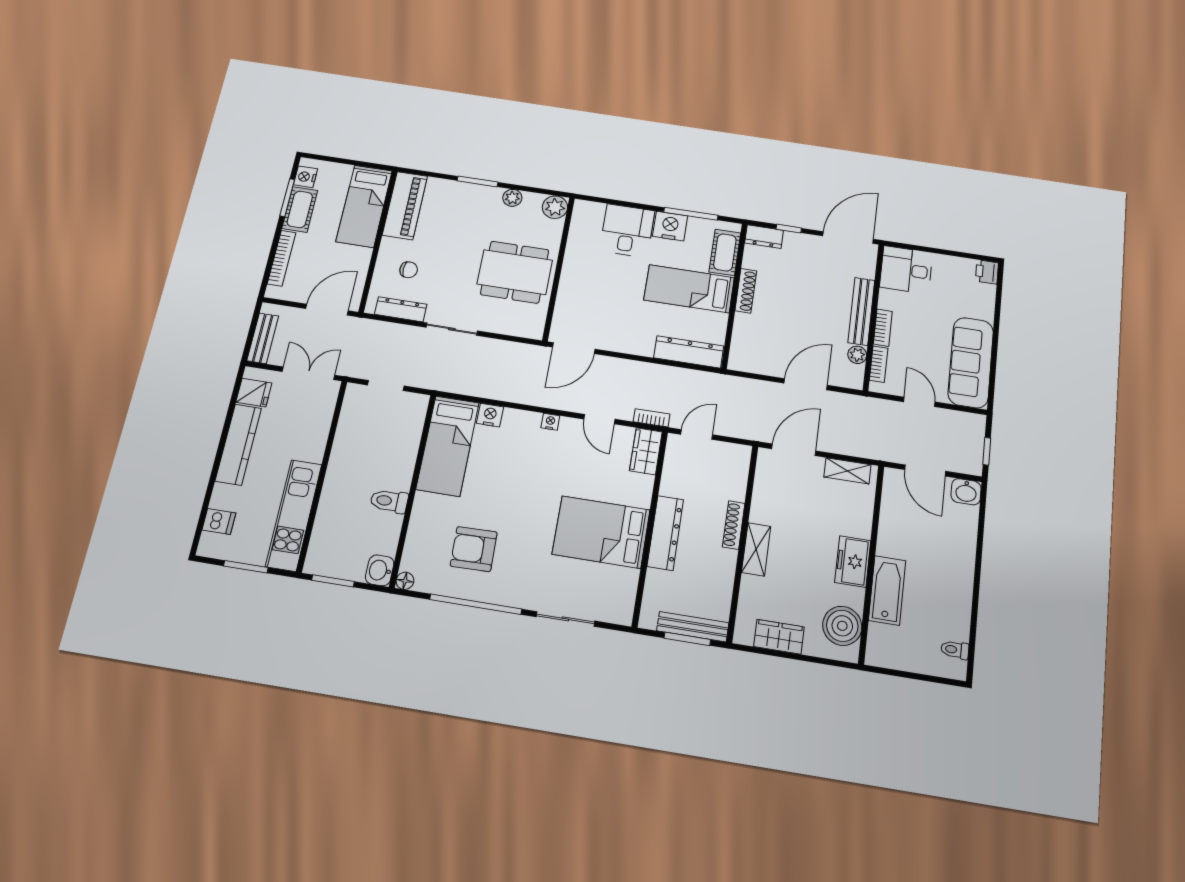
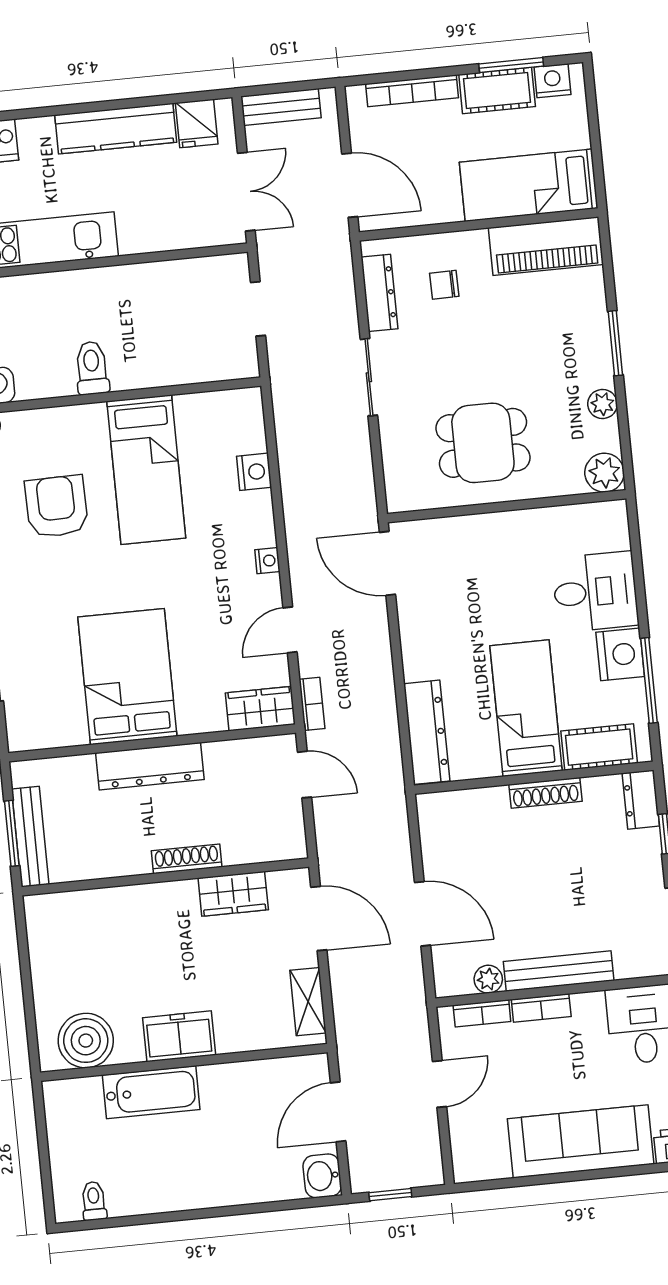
chair: (409, 270) -> (444, 285), turned 89
dining table: (515, 272) -> (483, 443), width x0.73
sofa: (971, 362) -> (581, 1141), moved
bed: (448, 446) -> (146, 470), moved, turned -90
shelving: (756, 549) -> (160, 898), removed
wardrobe: (779, 637) -> (233, 894), moved, turned 90

